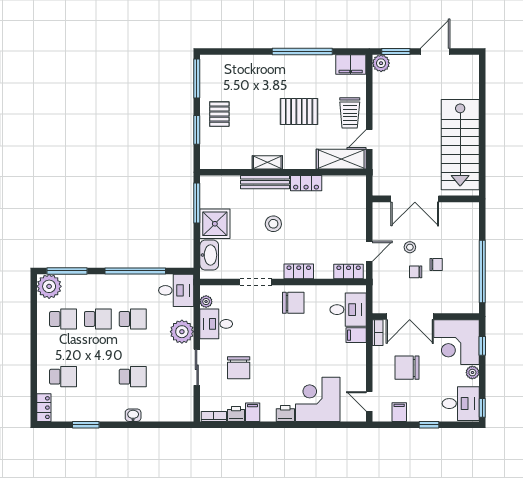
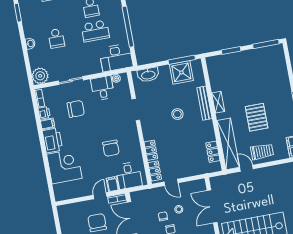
trolley: (350, 113) -> (262, 152), turned 180
pallet: (219, 114) -> (245, 64), removed
shelving: (341, 159) -> (228, 144), width x1.47
locker: (306, 183) -> (213, 152), moved
shower: (215, 224) -> (181, 72), moved
locker: (299, 271) -> (151, 150), moved
desk: (176, 290) -> (116, 58), width x1.37
chair: (293, 303) -> (111, 148), moved
school desk: (133, 319) -> (95, 31), width x1.85
plant: (182, 332) -> (40, 76), moved
chair: (239, 368) -> (76, 109), turned 180
door: (369, 401) -> (100, 196), moved
filing cabinet: (399, 412) -> (66, 223), removed
printer: (285, 413) -> (52, 140), width x1.87, depth x1.48

